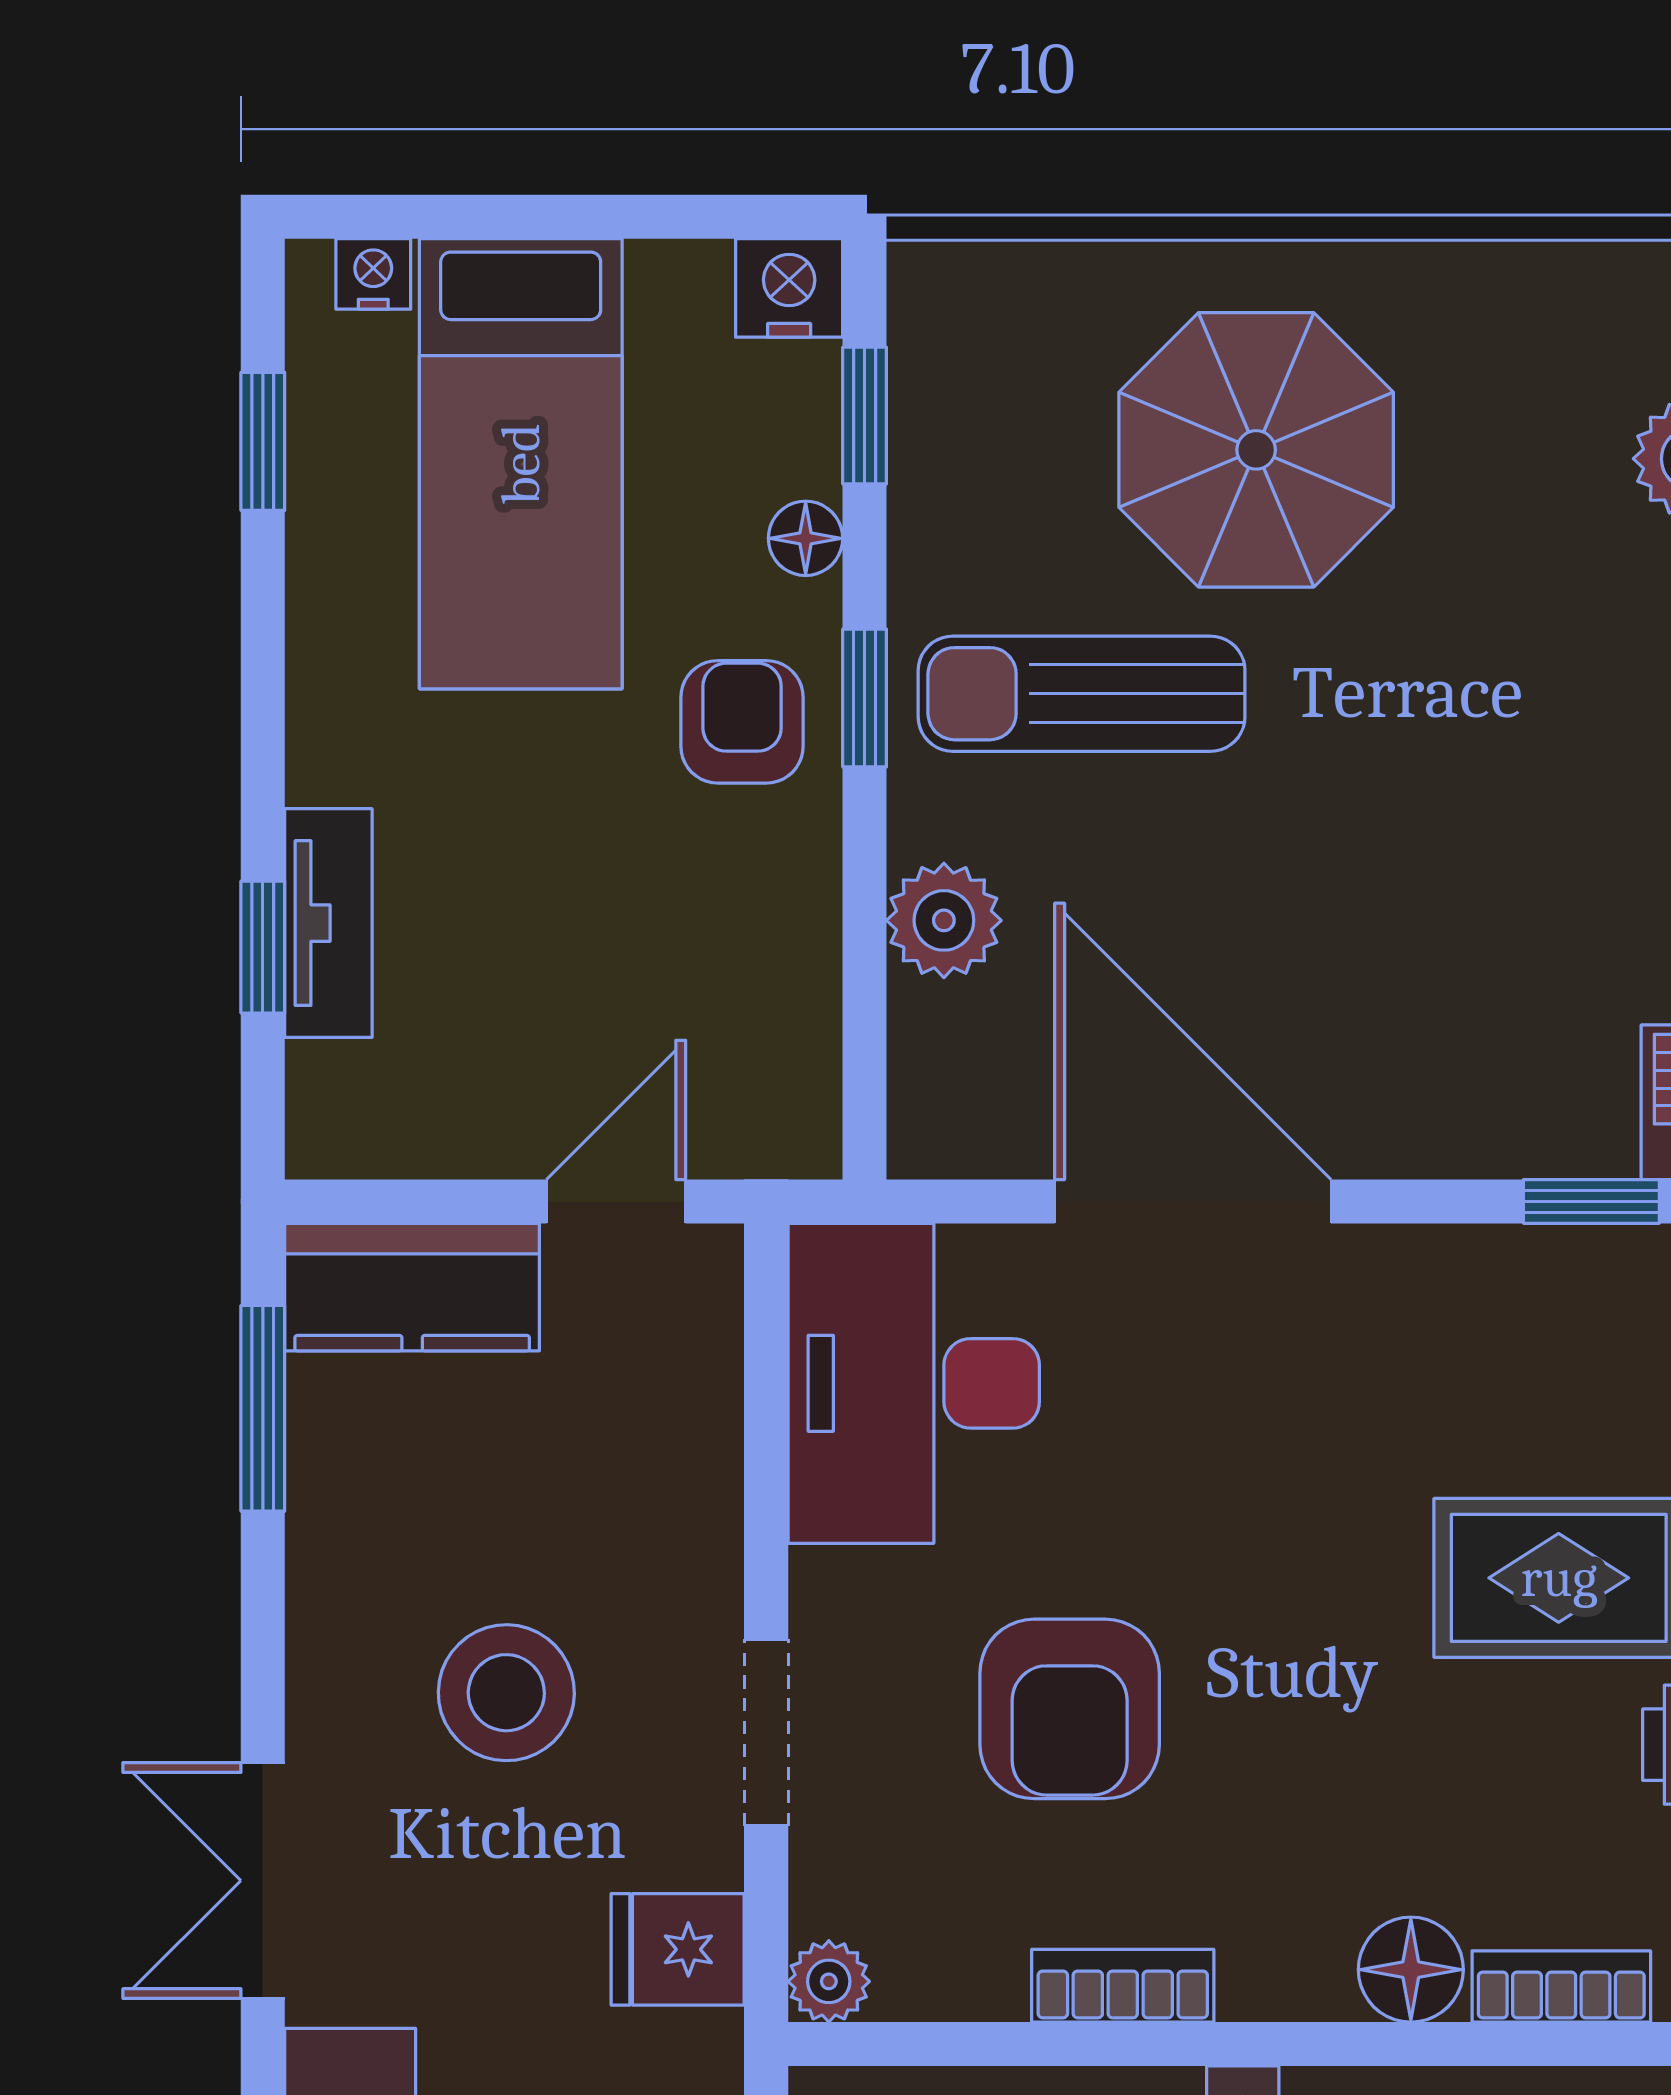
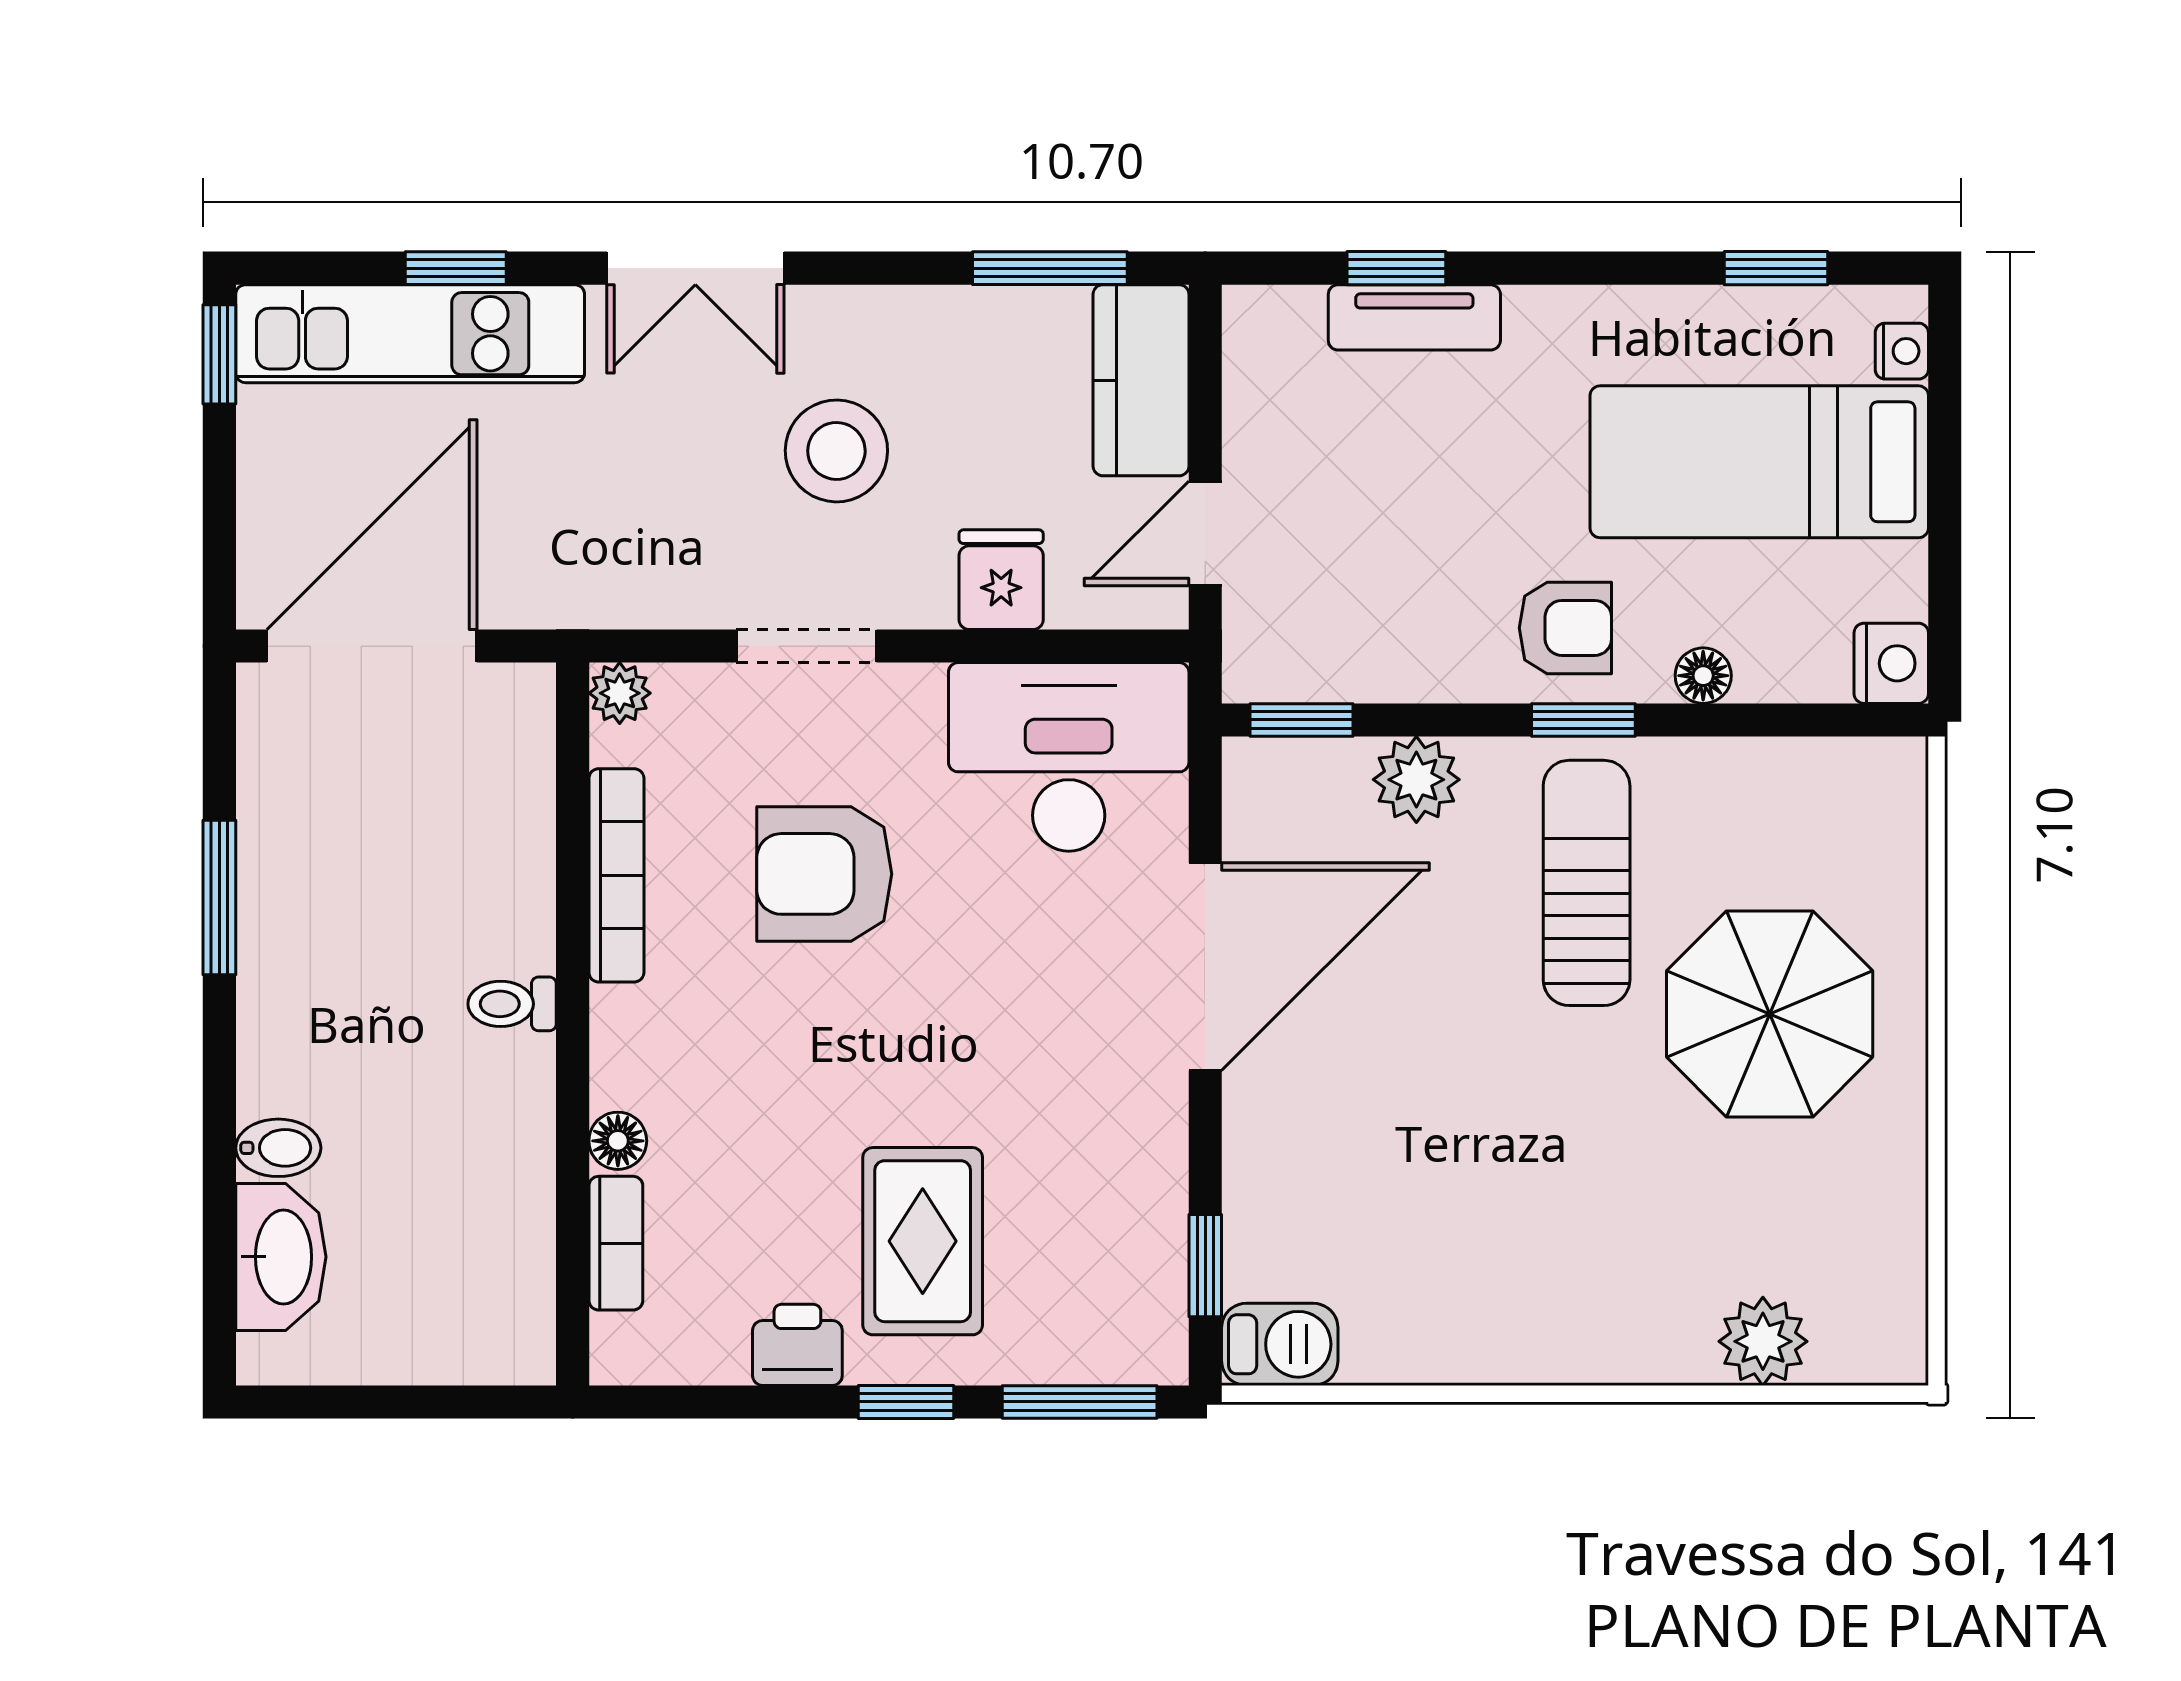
window: (865, 416) -> (1302, 720), moved
door: (616, 1201) -> (1205, 533), swing flipped
double door: (263, 1881) -> (695, 268), swing flipped
fridge: (678, 1949) -> (1001, 580), moved
floor lamp: (1411, 1970) -> (618, 1141), width x0.73, depth x0.73
bookcase: (1123, 1986) -> (616, 875), width x1.56

